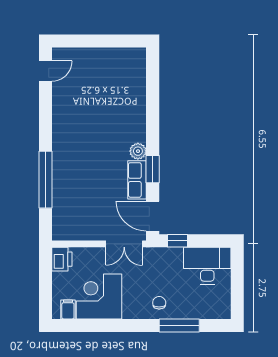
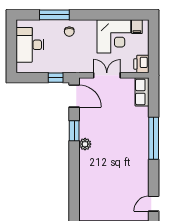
window: (46, 180) -> (154, 138), moved
row of seats: (137, 180) -> (142, 92), moved, turned 180
double door: (124, 244) -> (107, 75), moved
desk: (207, 266) -> (30, 45), moved, turned 90

